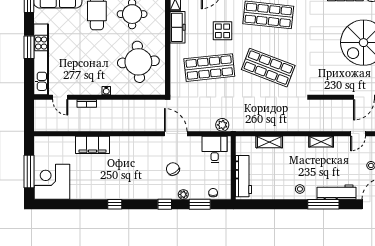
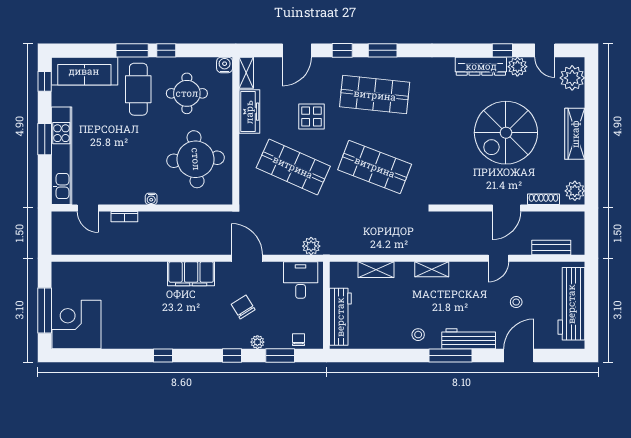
shop shelf: (209, 68) -> (293, 167), turned 30
shelving: (321, 142) -> (432, 269), moved
filing cabinet: (92, 145) -> (191, 274), moved

